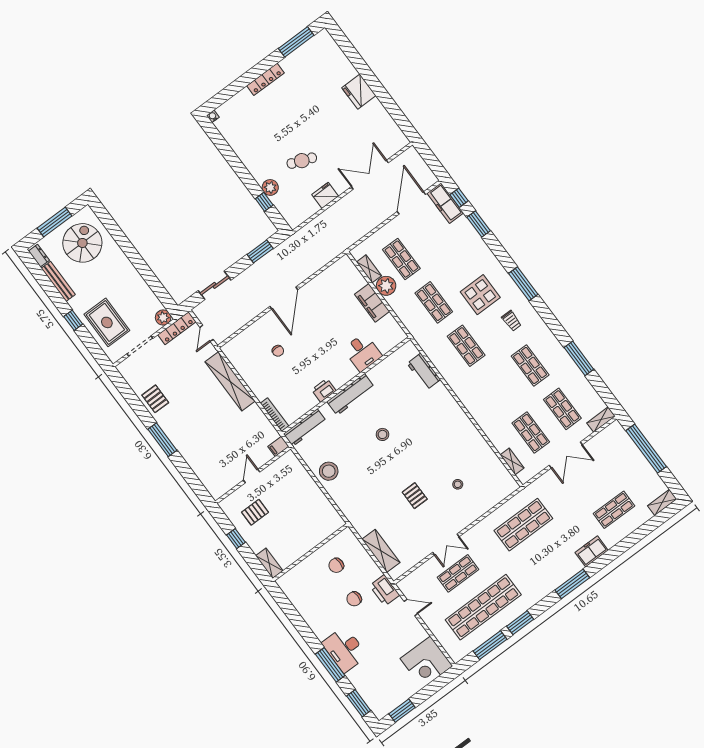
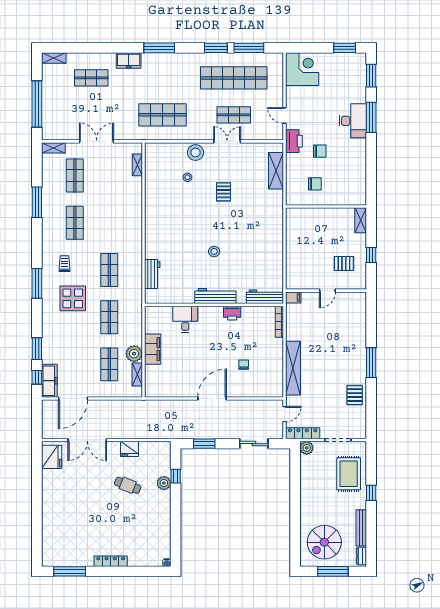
fridge: (359, 92) -> (52, 457), moved
shop shelf: (531, 432) -> (109, 175), removed
stool: (329, 471) -> (196, 153), moved

